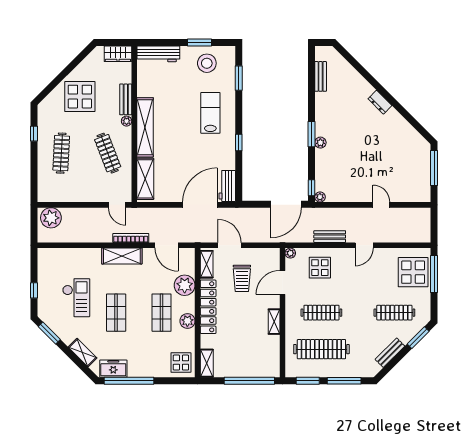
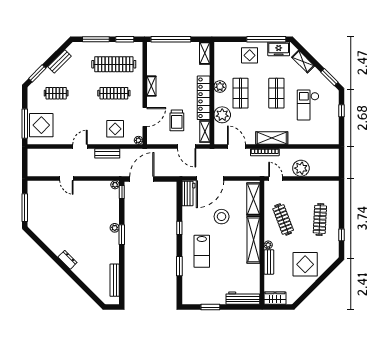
stool: (207, 63) -> (222, 217), moved
bench: (321, 76) -> (115, 280), width x1.36
window: (239, 78) -> (179, 266), moved
plant: (51, 218) -> (301, 168), moved
trolley: (242, 278) -> (177, 120), turned 180
clothes rail: (394, 313) -> (56, 93), width x0.73
display table: (181, 363) -> (250, 55), moved

